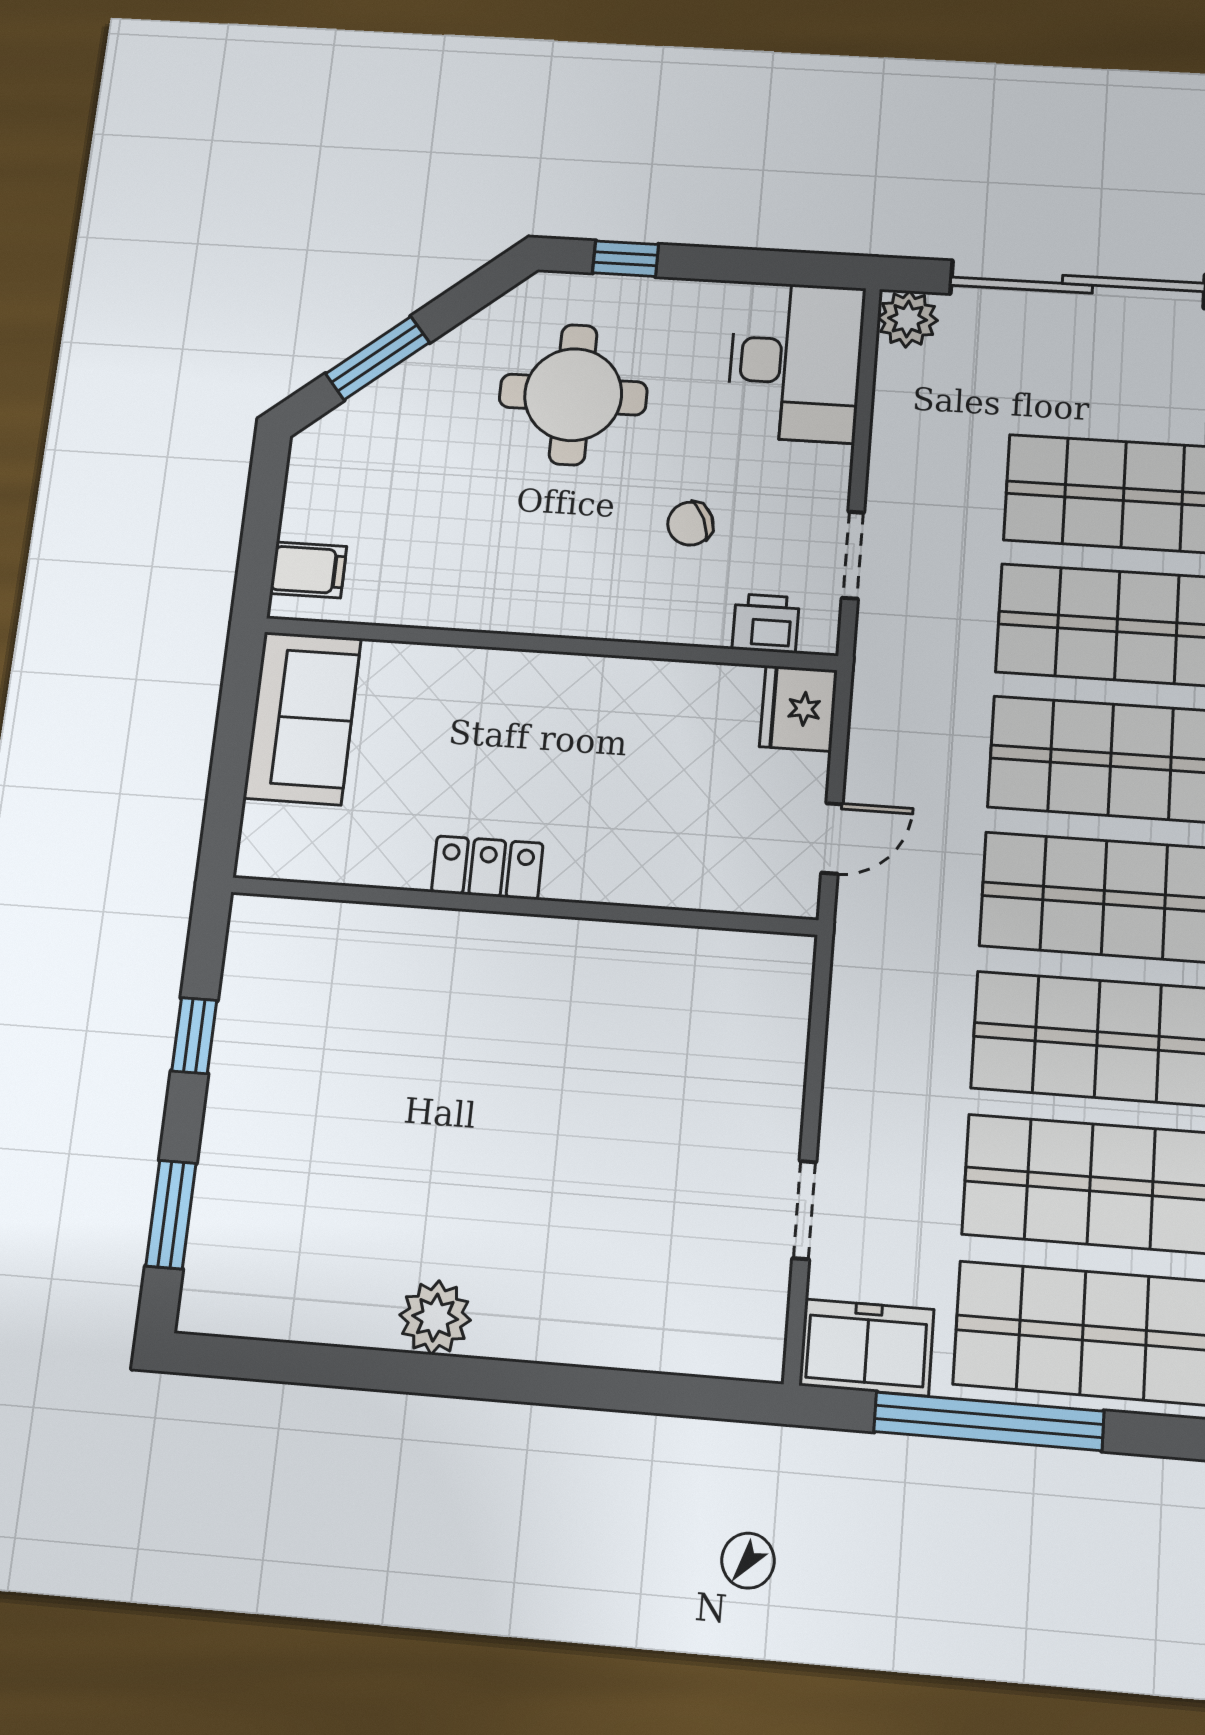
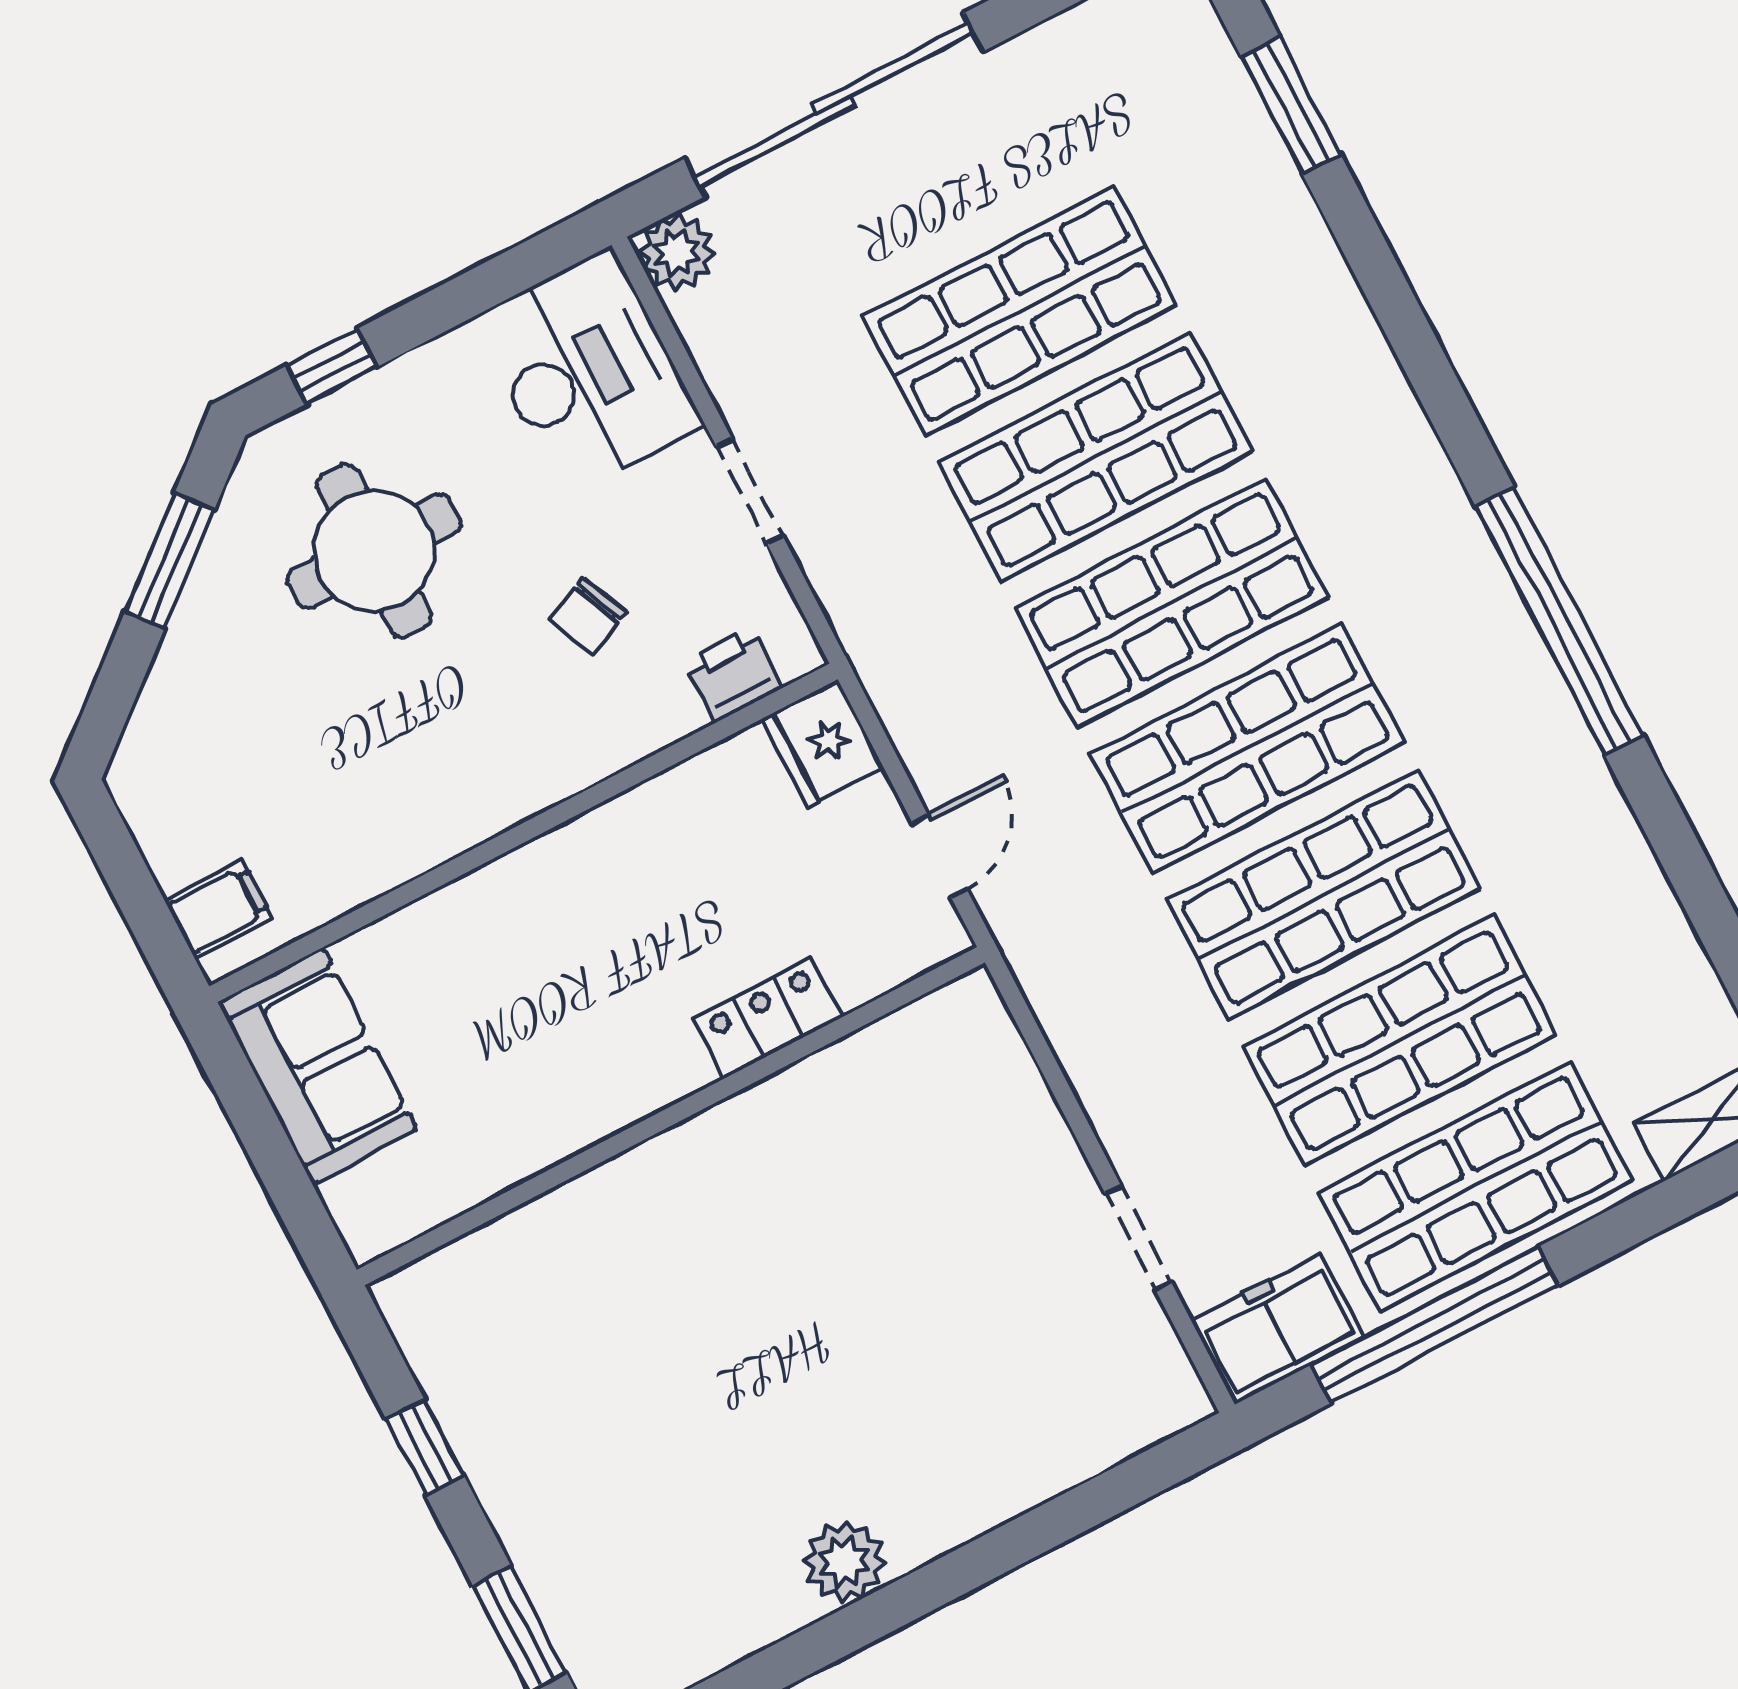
window: (377, 358) -> (170, 561), moved
doorway: (853, 555) -> (750, 491), moved
locker: (487, 868) -> (768, 1018), moved

